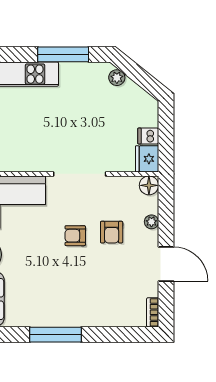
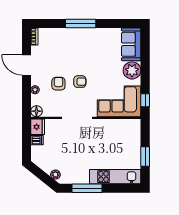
window: (56, 335) -> (81, 23), moved

